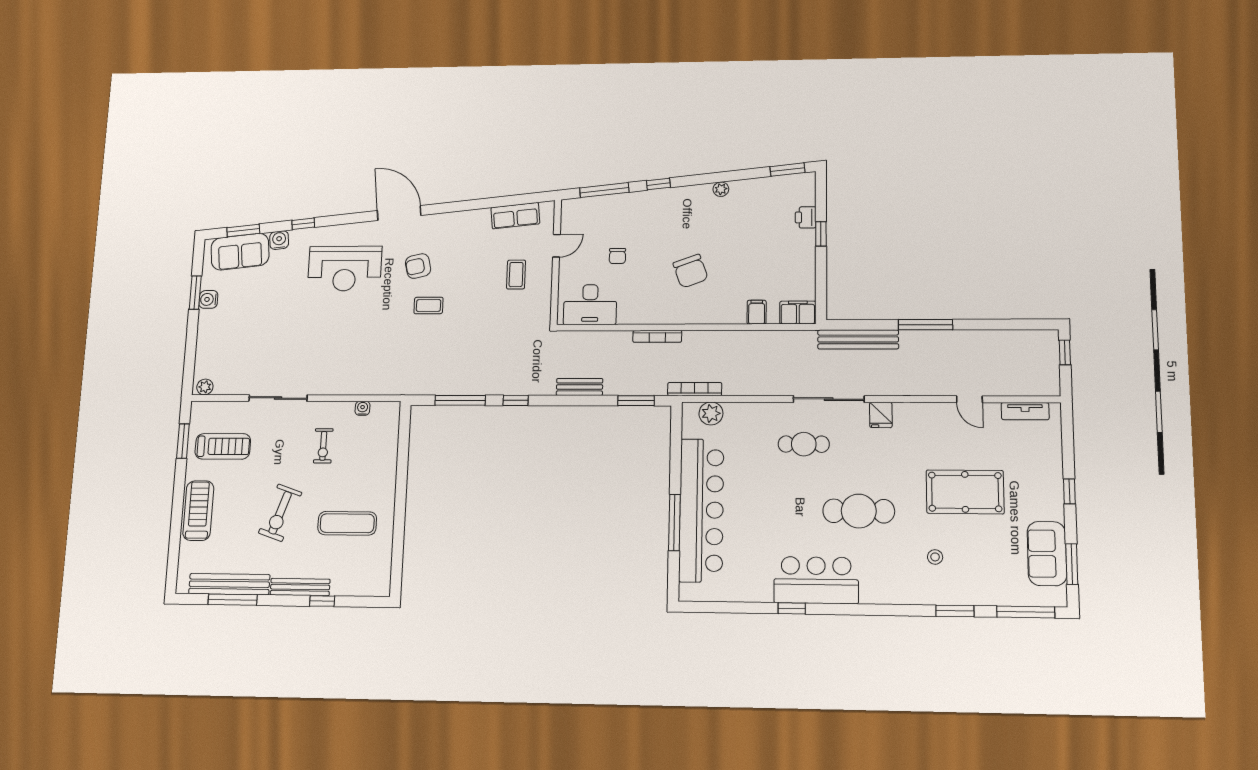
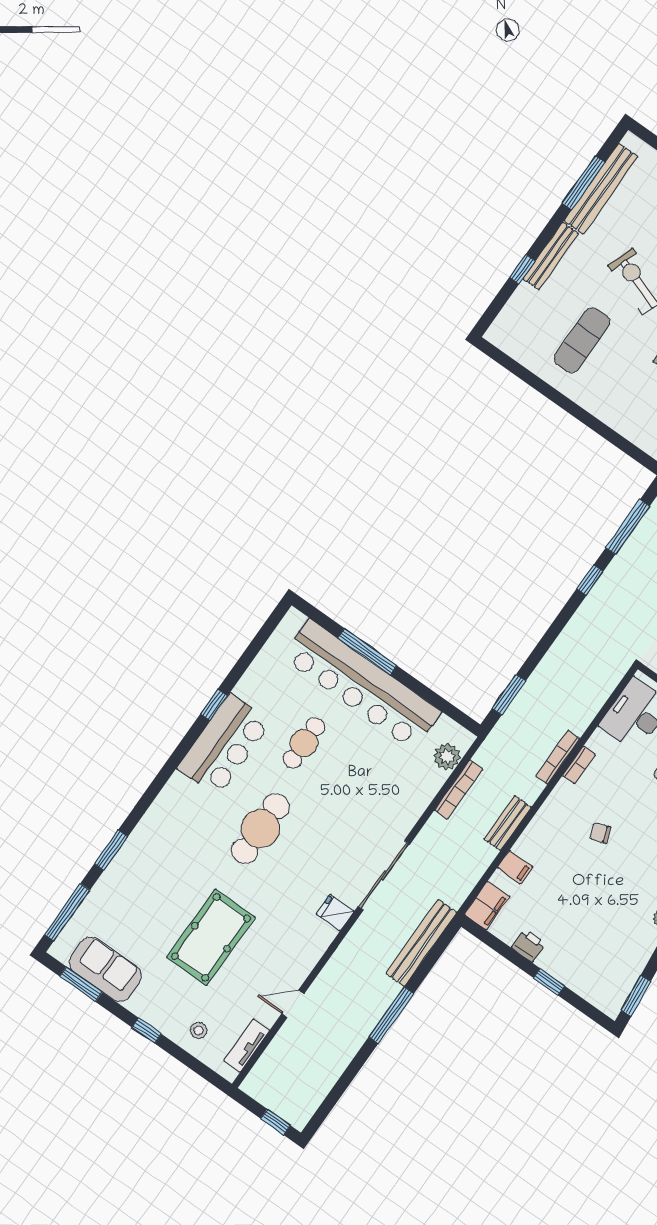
printer: (806, 217) -> (528, 946), moved
chair: (691, 271) -> (600, 833), width x0.54, depth x0.54
bookcase: (652, 318) -> (579, 765), added
bench: (580, 387) -> (508, 823), moved
bookcase: (695, 389) -> (459, 789), moved
cafe table: (804, 444) -> (304, 743), moved
stool: (935, 557) -> (199, 1030), moved

